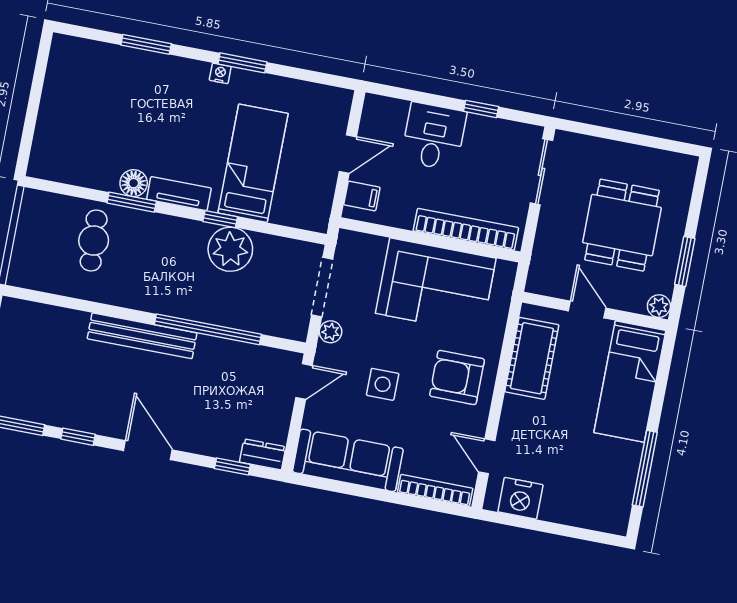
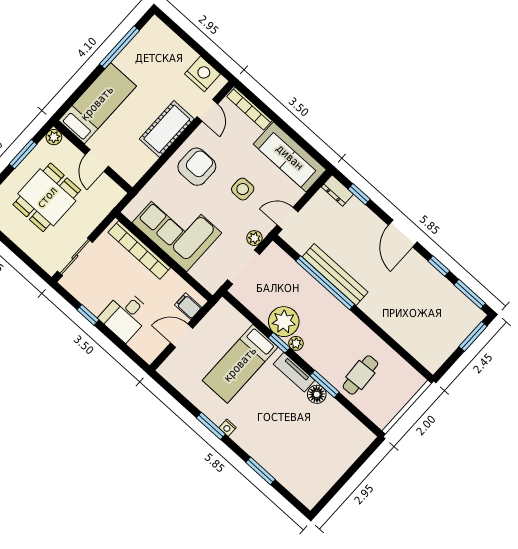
plant: (198, 231) -> (296, 343), added
bench: (142, 336) -> (335, 274), moved
cot: (532, 358) -> (167, 129), moved
armchair: (457, 378) -> (197, 167), turned -90

